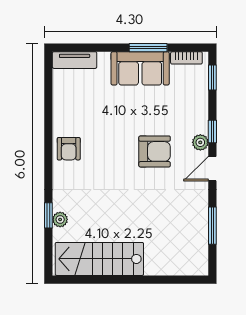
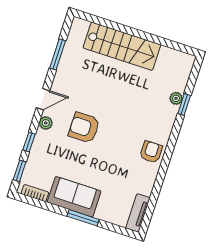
window: (148, 48) -> (83, 218), moved
tv unit: (75, 60) -> (138, 213), moved, turned -90
window: (212, 132) -> (29, 142), moved
stairs: (99, 259) -> (122, 46), moved

